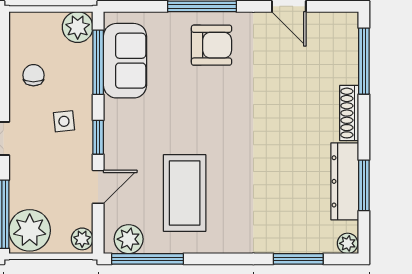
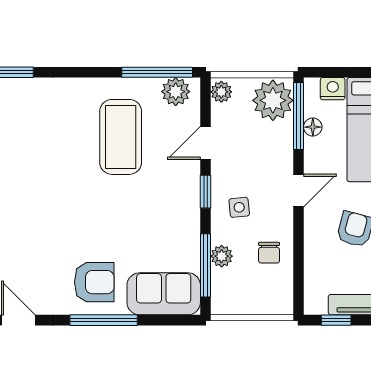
plant: (78, 27) -> (222, 256), moved, width x0.73, depth x0.73
armchair: (212, 45) -> (94, 282), turned 180
sofa: (125, 61) -> (164, 294), moved, turned 90

